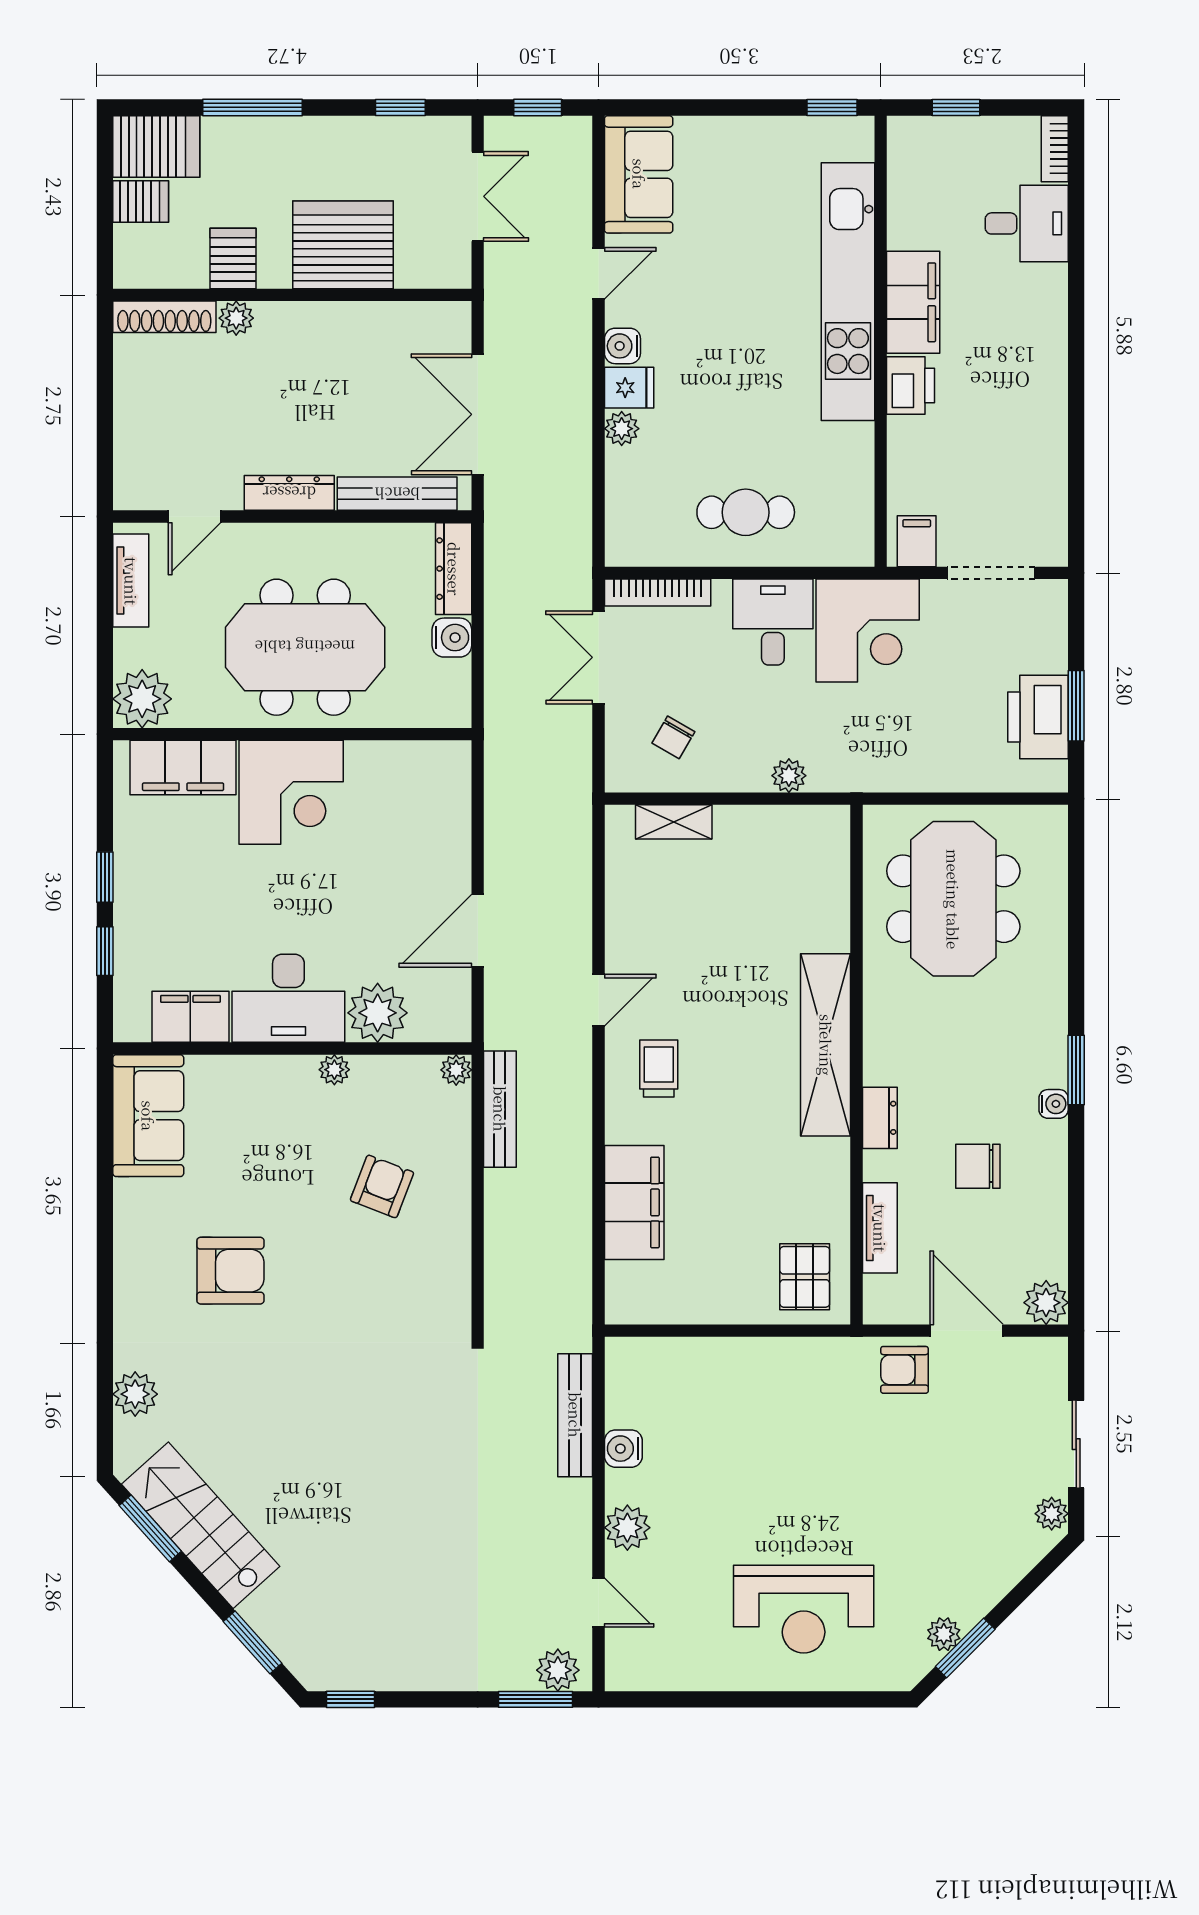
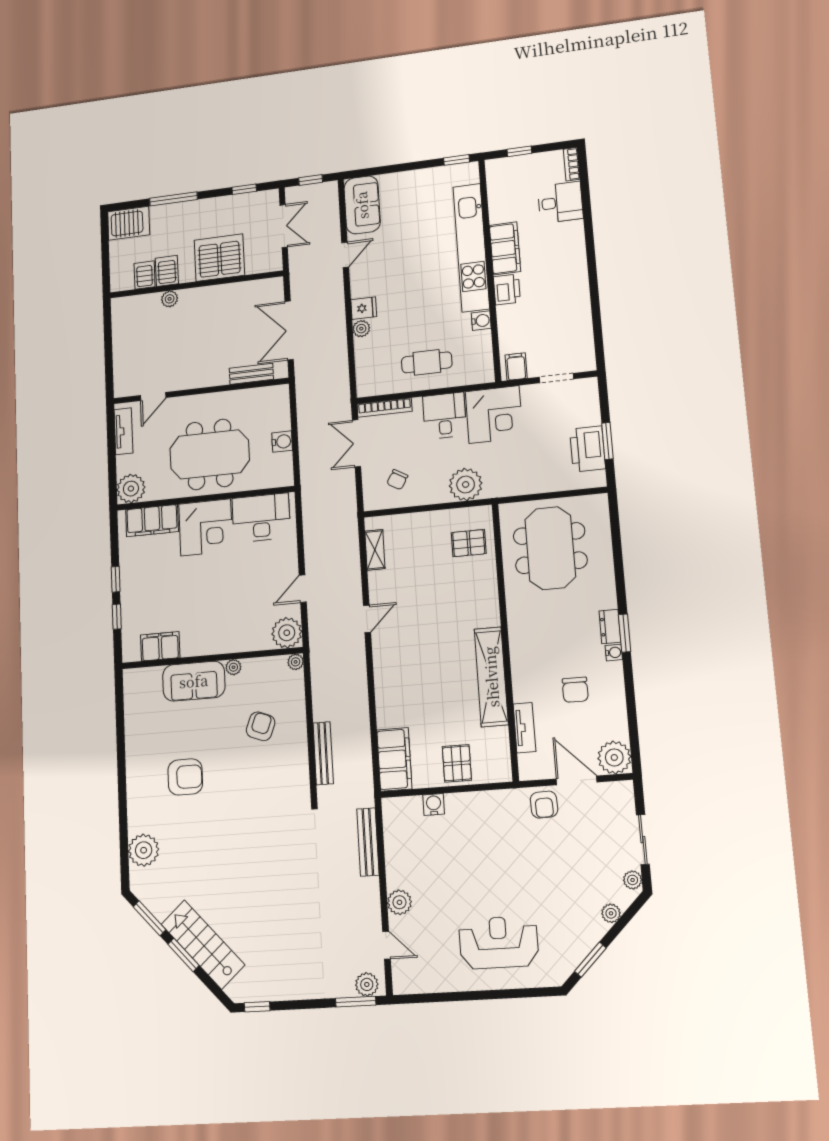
server rack: (141, 202) -> (145, 275), moved, turned -90
shoe rack: (164, 317) -> (135, 303), removed
water cooler: (622, 346) -> (481, 321), moved, turned 180
dresser: (289, 493) -> (199, 380), removed
bench: (397, 494) -> (251, 374), width x0.73
dresser: (454, 569) -> (281, 407), removed
doorway: (991, 573) -> (556, 378), width x0.73
plant: (789, 776) -> (466, 484), width x1.88, depth x1.88
shelving: (674, 822) -> (375, 550), moved, turned 90
pallet: (802, 874) -> (469, 543), added
door: (478, 931) -> (303, 589), width x0.73
desk: (288, 998) -> (261, 518), moved, turned 180
plant: (378, 1013) -> (287, 633), moved
shelving: (826, 1045) -> (491, 677), moved
trolley: (659, 1069) -> (401, 652), removed
bench: (500, 1109) -> (323, 753), moved
sofa: (148, 1116) -> (194, 681), moved, turned 90
dresser: (880, 1118) -> (610, 627), moved, turned 180
chair: (978, 1166) -> (575, 690), turned -90
filing cabinet: (634, 1202) -> (394, 759), moved
pallet: (805, 1277) -> (457, 763), moved
plant: (1046, 1303) -> (614, 757), width x1.36, depth x1.36
armchair: (904, 1370) -> (544, 805), turned -92
plant: (135, 1394) -> (144, 850), width x1.36, depth x1.36
water cooler: (623, 1449) -> (434, 804), moved, turned 90
stairs: (201, 1525) -> (203, 945), moved
reception desk: (804, 1609) -> (499, 943), turned 180
plant: (944, 1634) -> (611, 913), moved
window: (252, 1642) -> (183, 955), moved

